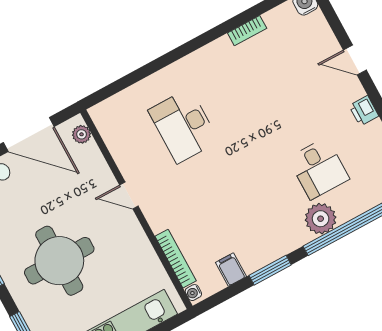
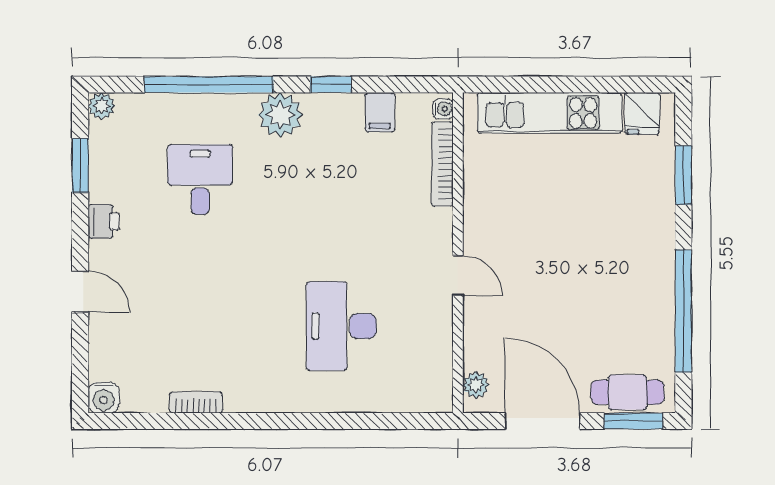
desk: (184, 126) -> (341, 326), turned 180
plant: (321, 219) -> (280, 115), moved
round table: (59, 261) -> (590, 241), removed
window: (270, 270) -> (331, 85), width x0.67

